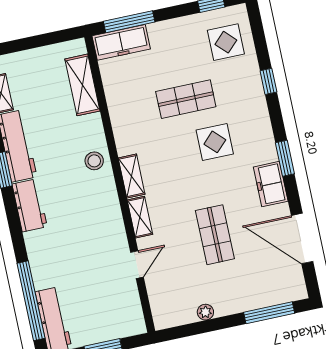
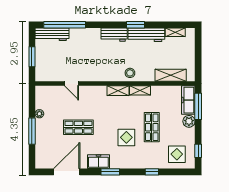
plant: (160, 33) -> (189, 121), added
shelving: (140, 217) -> (140, 90), moved
window: (269, 313) -> (32, 131), moved

